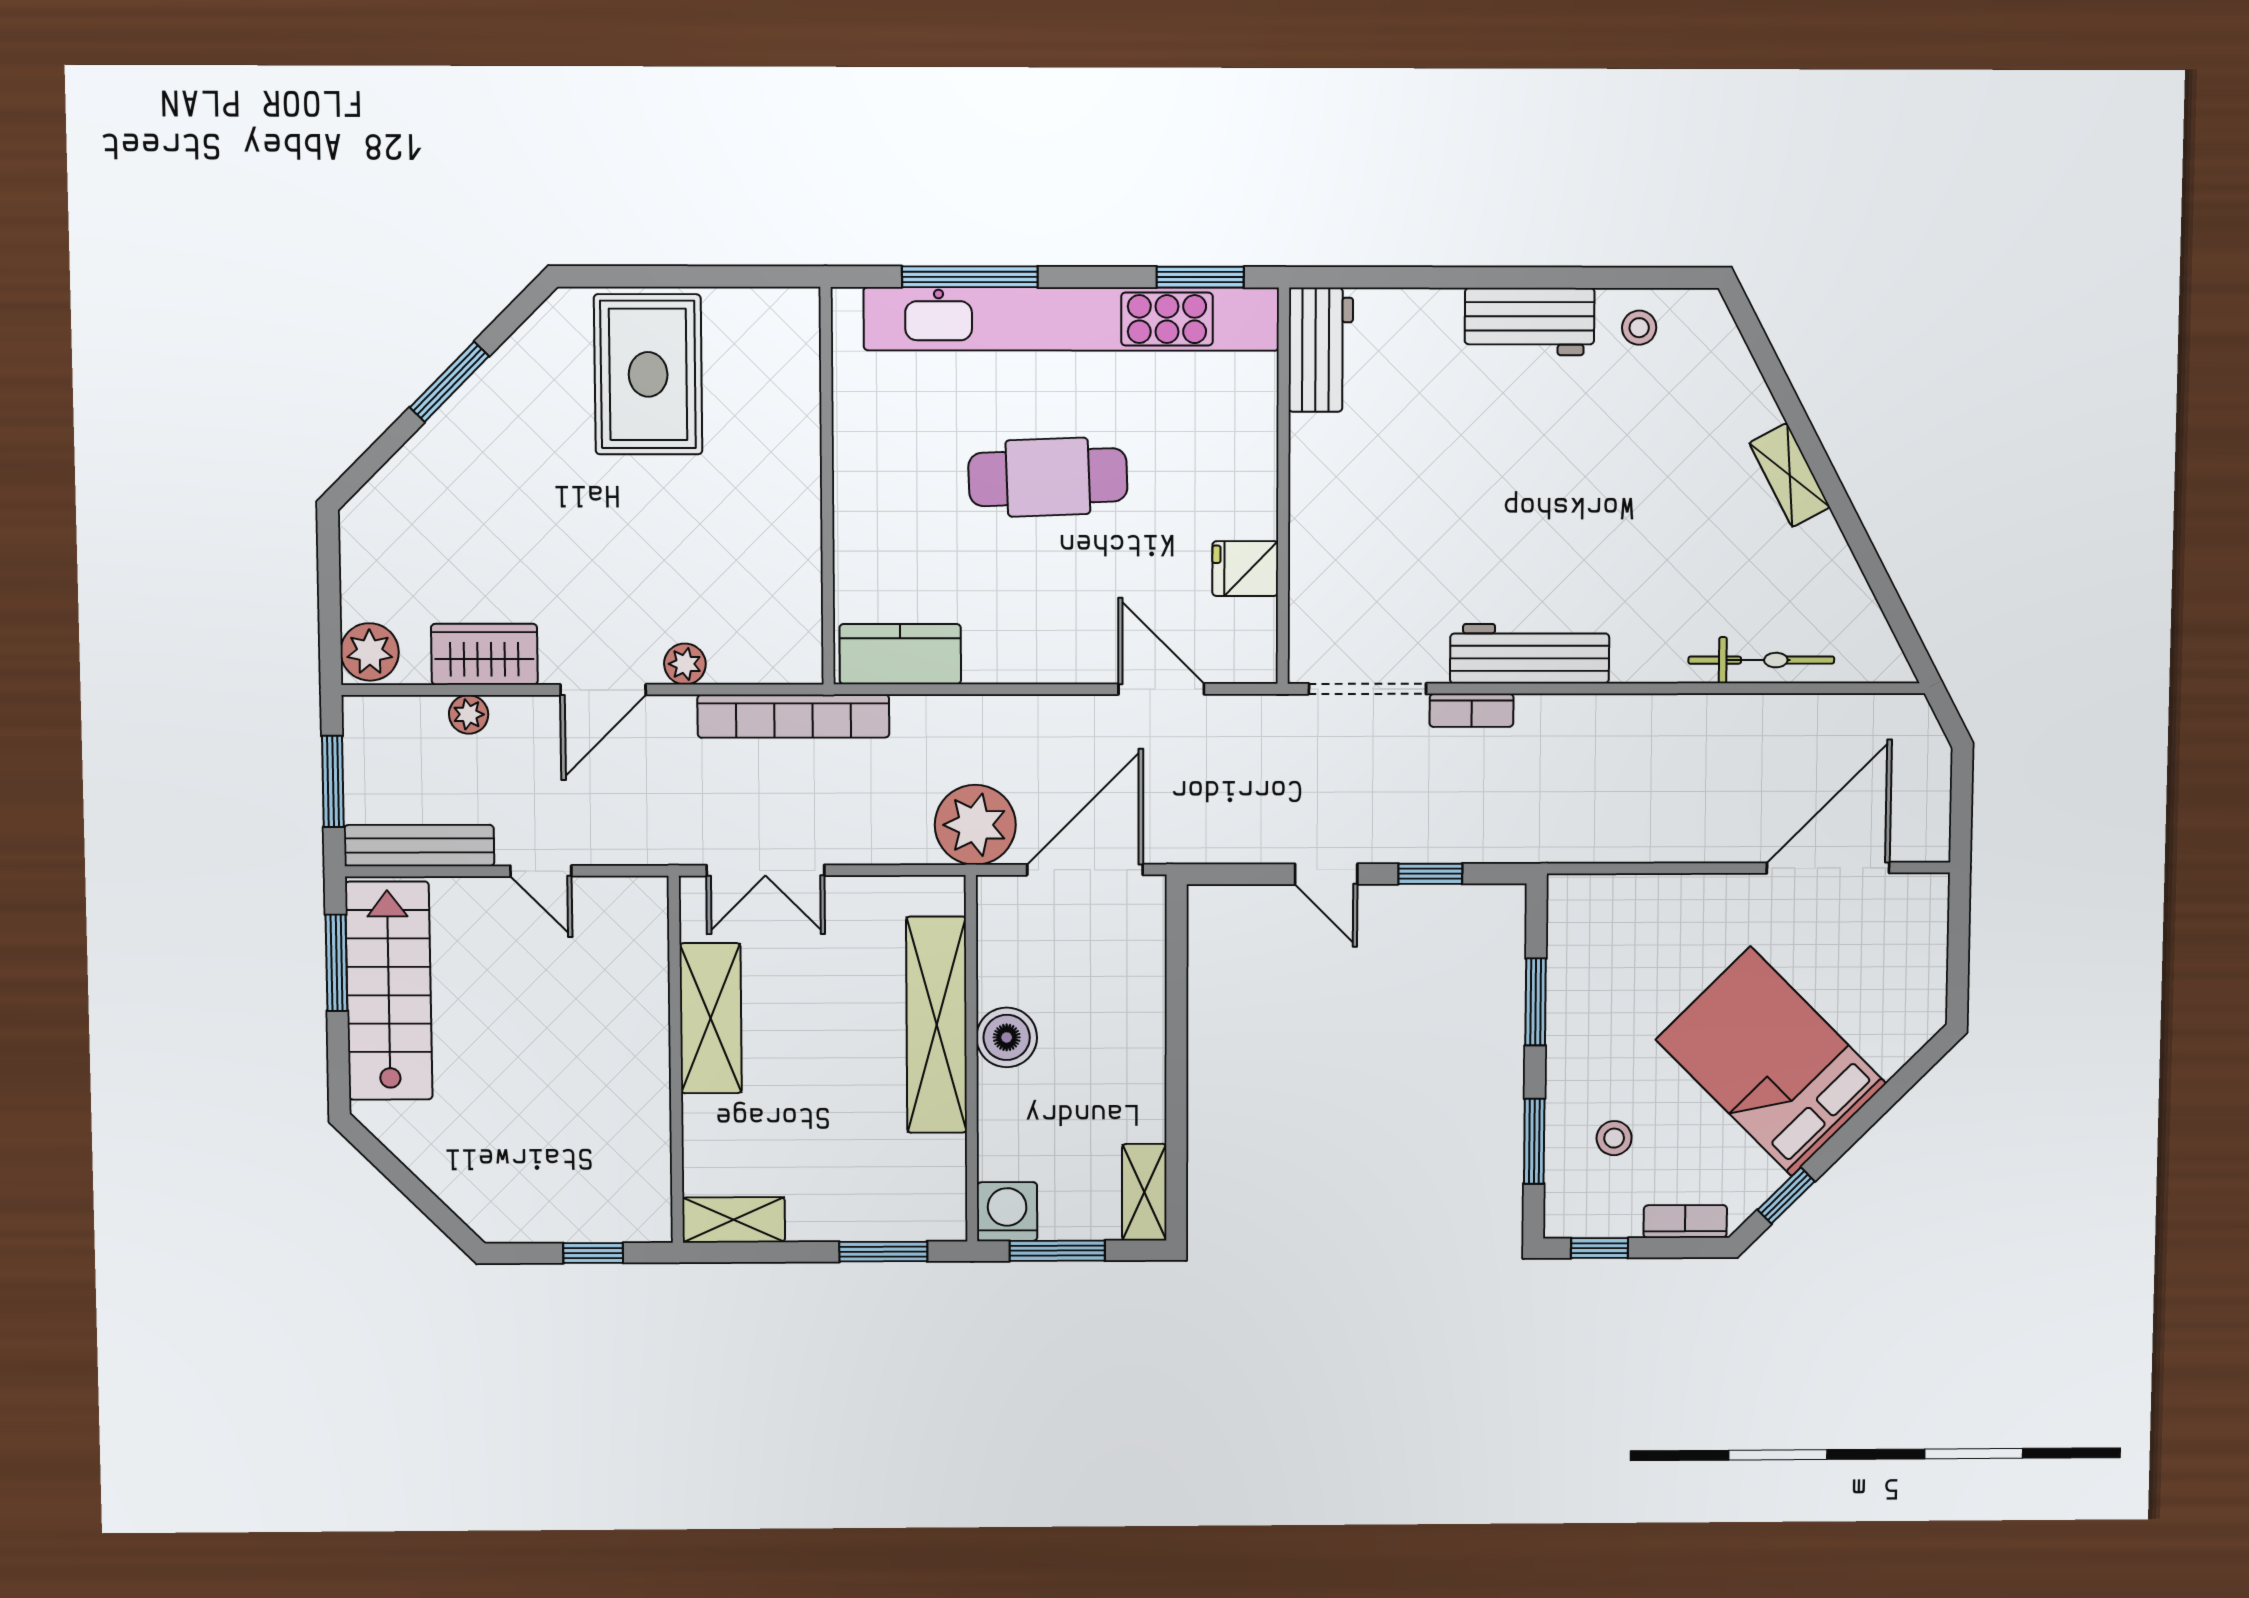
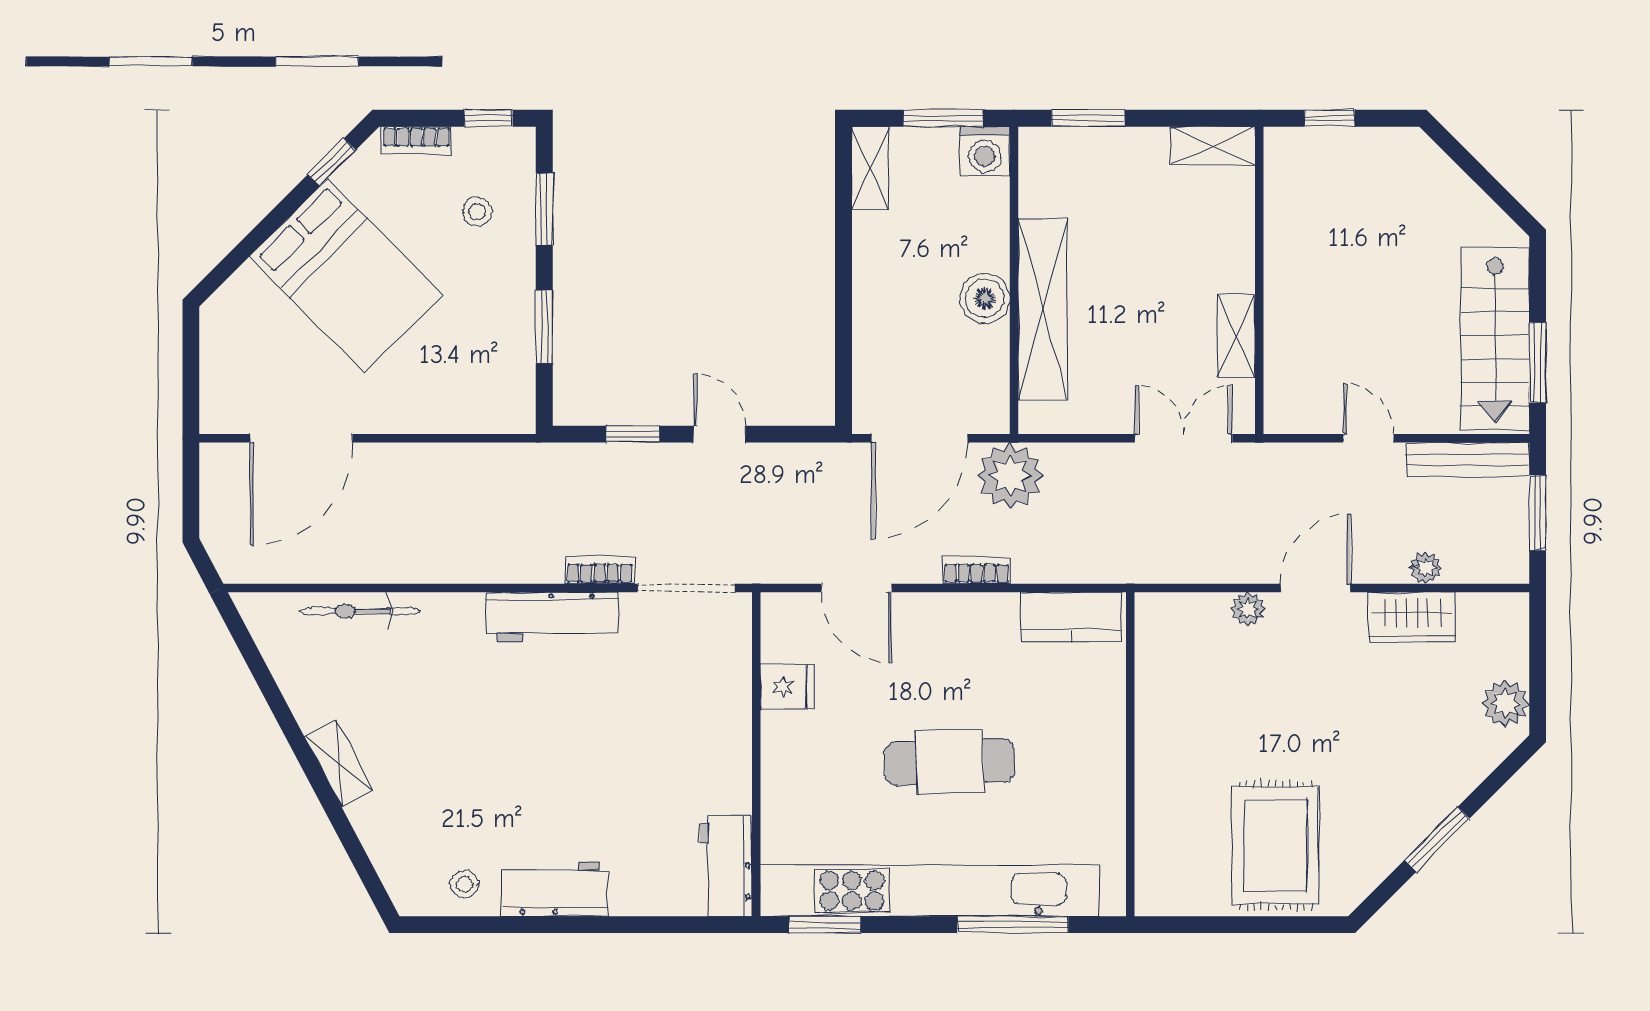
plant: (370, 652) -> (1506, 704), moved
bookcase: (793, 716) -> (977, 570), moved, width x0.43, depth x0.76
shelving: (711, 1018) -> (1236, 336), width x0.67, depth x0.75

